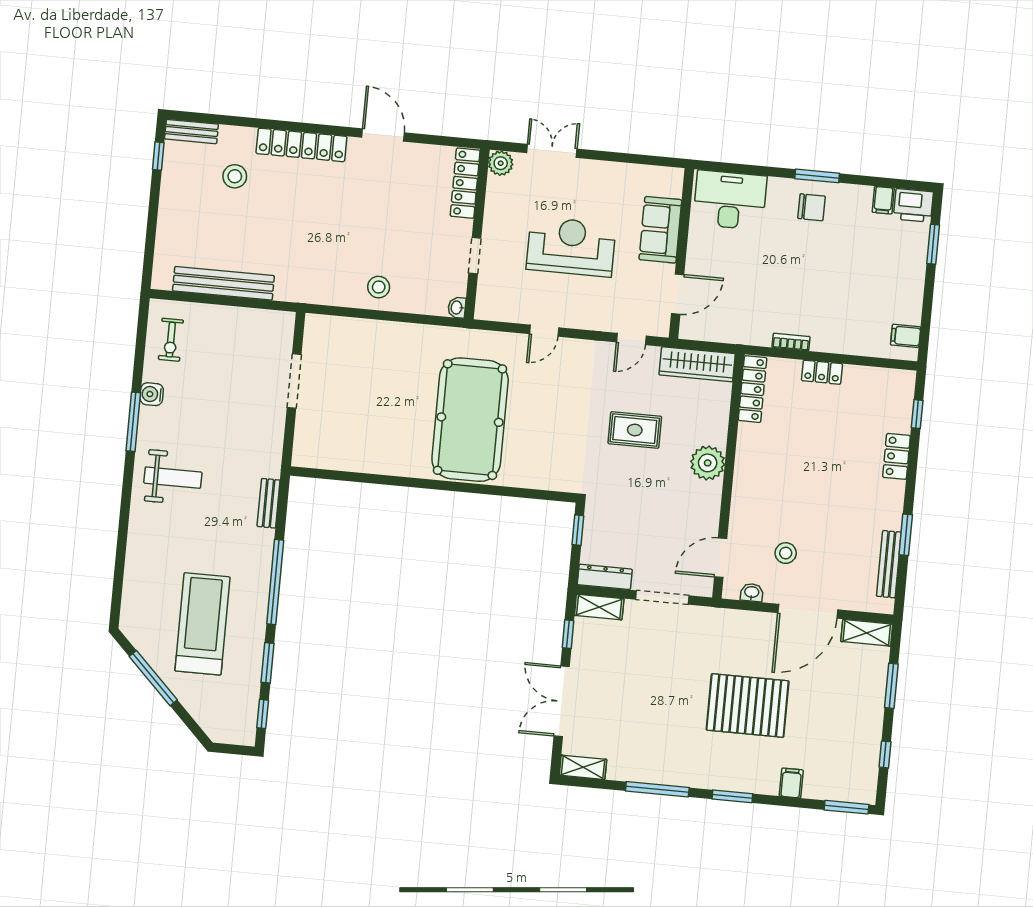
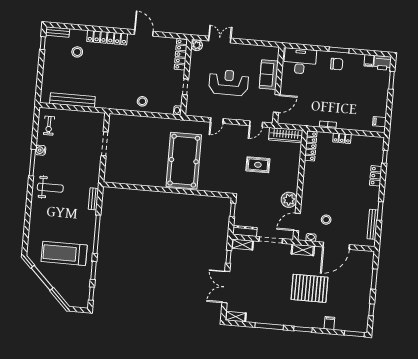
plant: (708, 463) -> (289, 200), moved
treadmill: (202, 624) -> (64, 253), turned -90
shelving: (867, 633) -> (303, 250), moved

